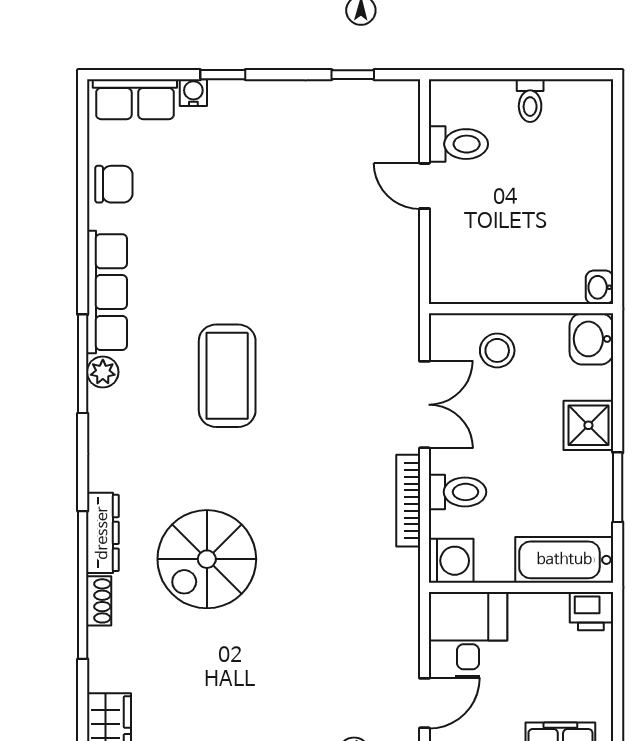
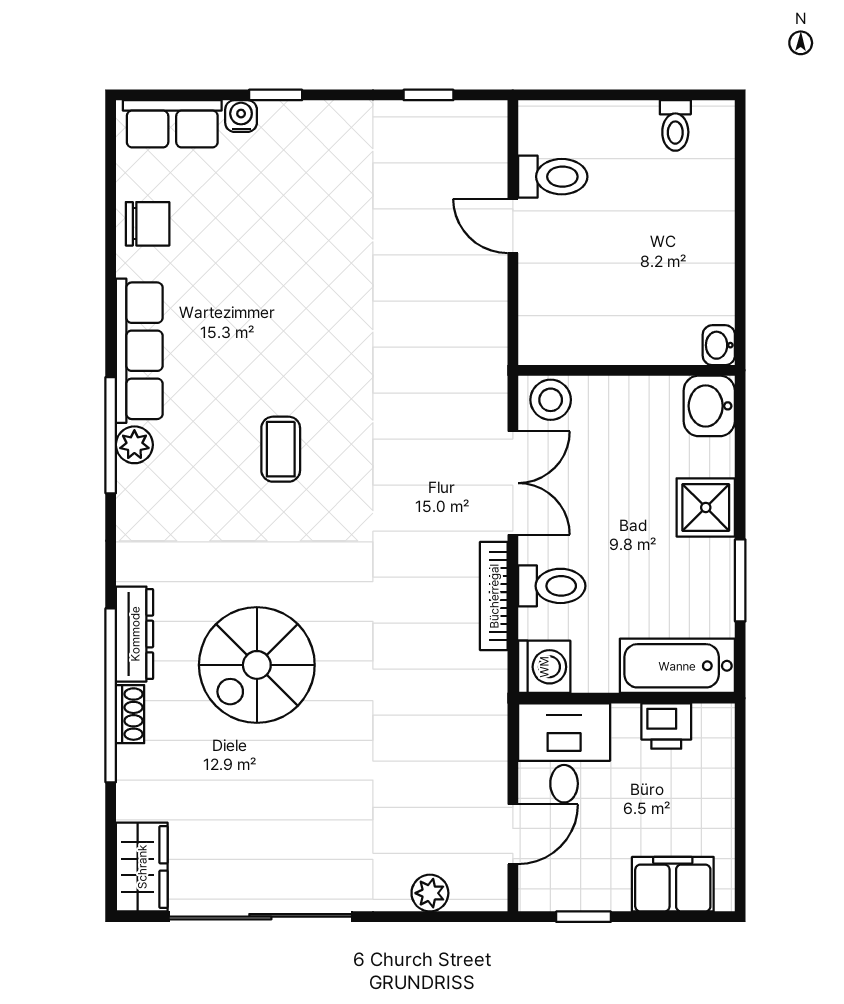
toilet: (530, 101) -> (675, 125), moved
stool: (497, 350) -> (551, 400), moved
coffee table: (227, 376) -> (281, 449), width x0.54, depth x0.58
printer: (591, 611) -> (666, 726), moved

